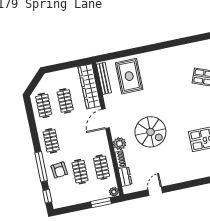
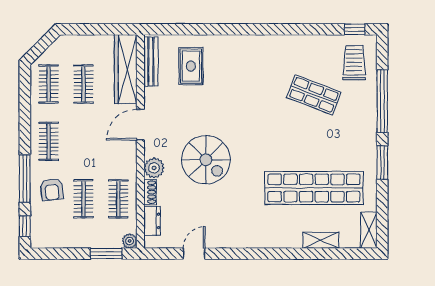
rug: (129, 76) -> (191, 66), width x0.73, depth x0.70

